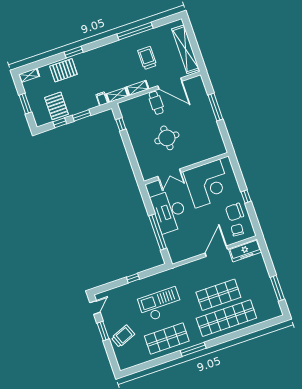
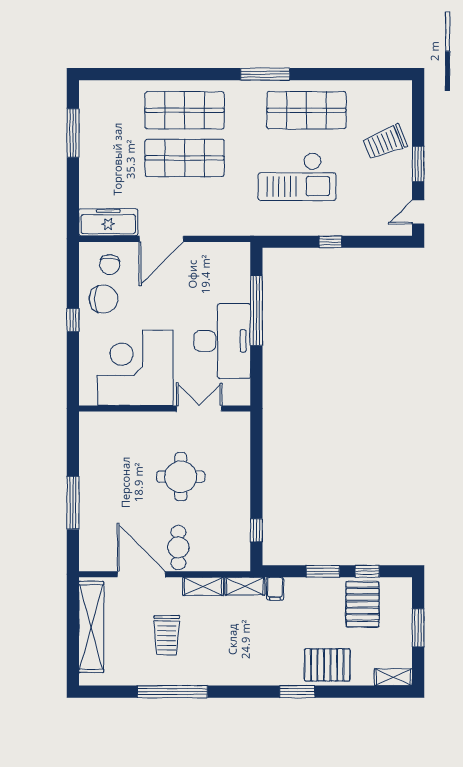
shop shelf: (226, 318) -> (185, 110), width x0.71

